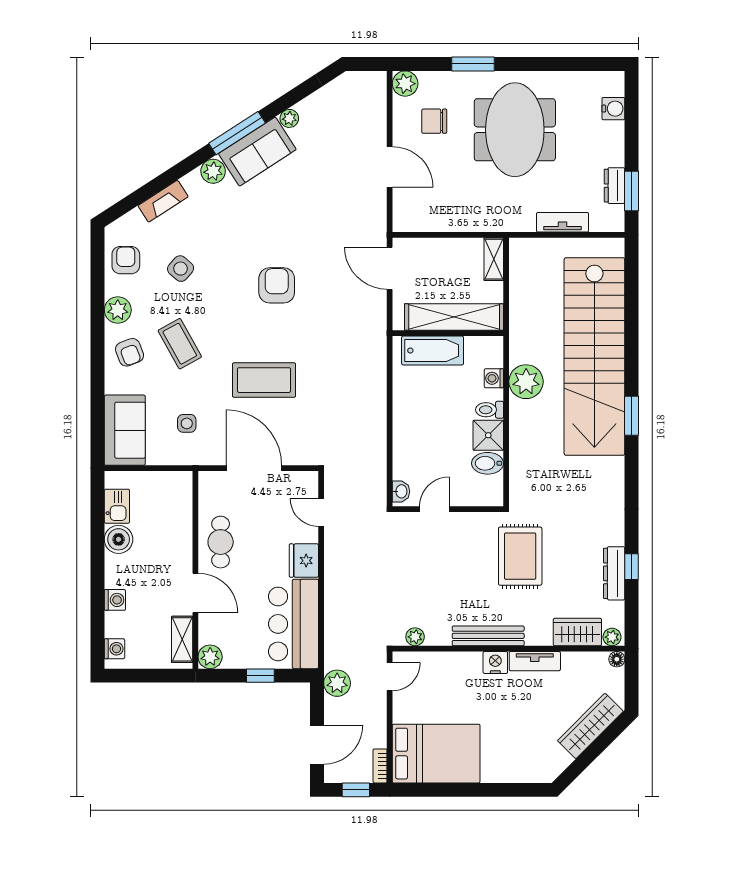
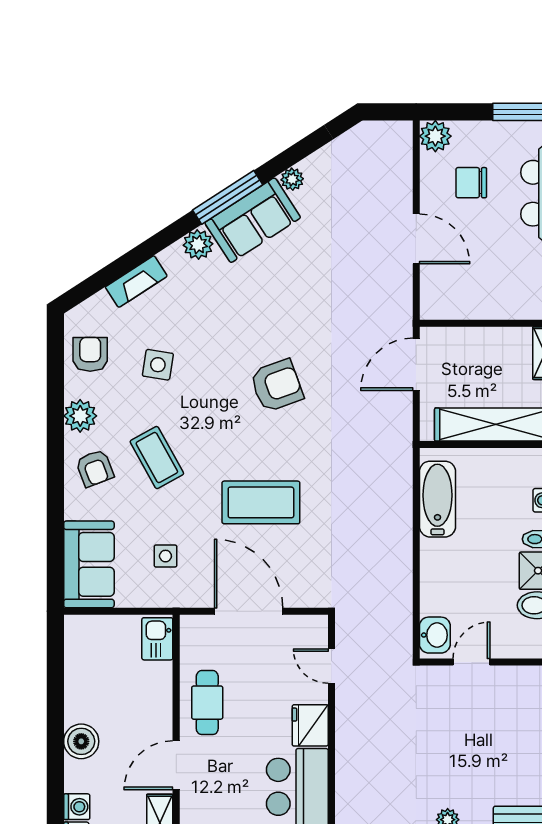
door: (390, 268) -> (416, 364), hinge flipped
side table: (181, 269) -> (158, 365), turned -32
armchair: (277, 285) -> (277, 386), turned 70
bathtub: (433, 350) -> (437, 499), moved, turned -90
washbasin: (401, 491) -> (435, 635), width x1.38, depth x1.45
kitchen sink: (117, 506) -> (157, 639), moved, turned 180
boiler: (119, 539) -> (81, 741), moved
door: (195, 593) -> (176, 765), swing flipped
washing machine: (115, 600) -> (77, 807), moved

